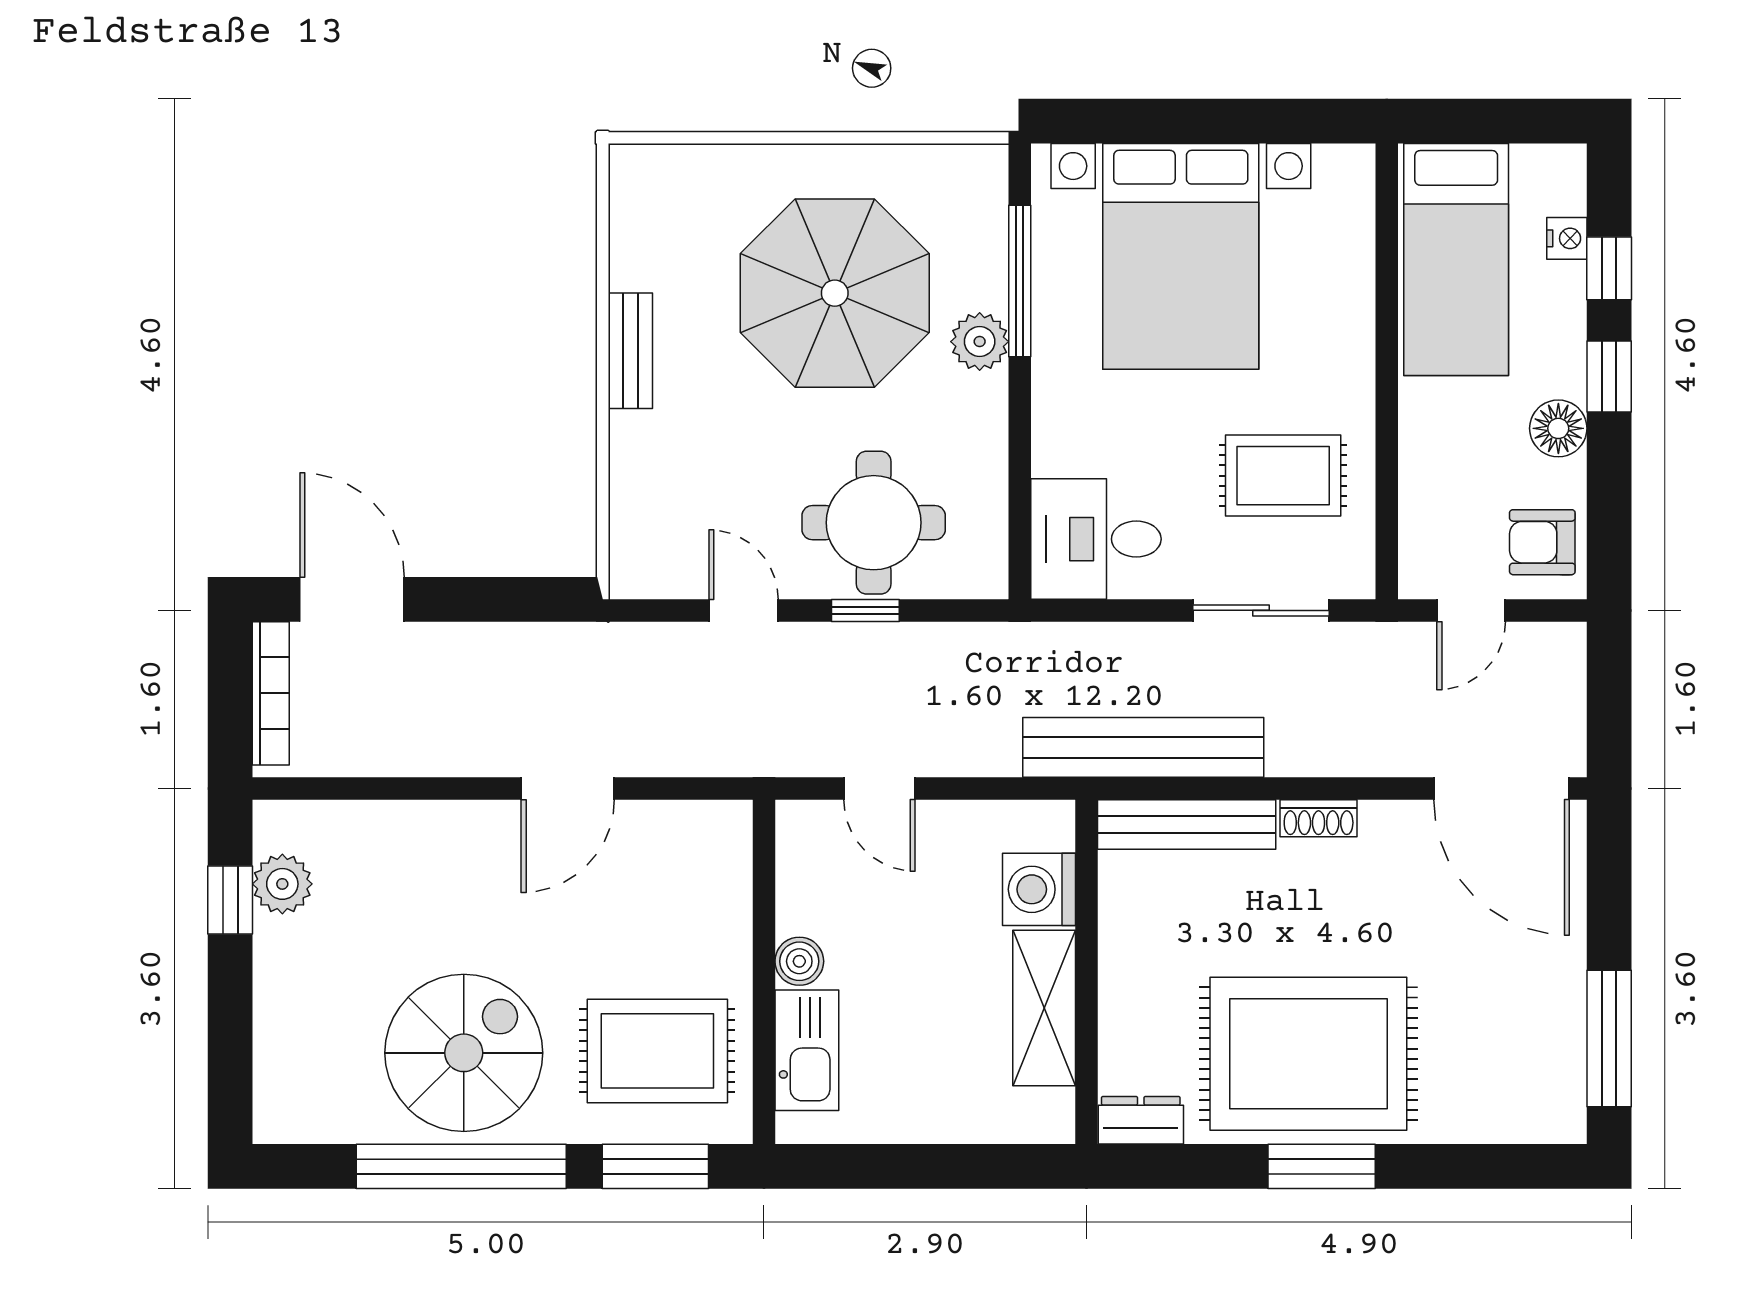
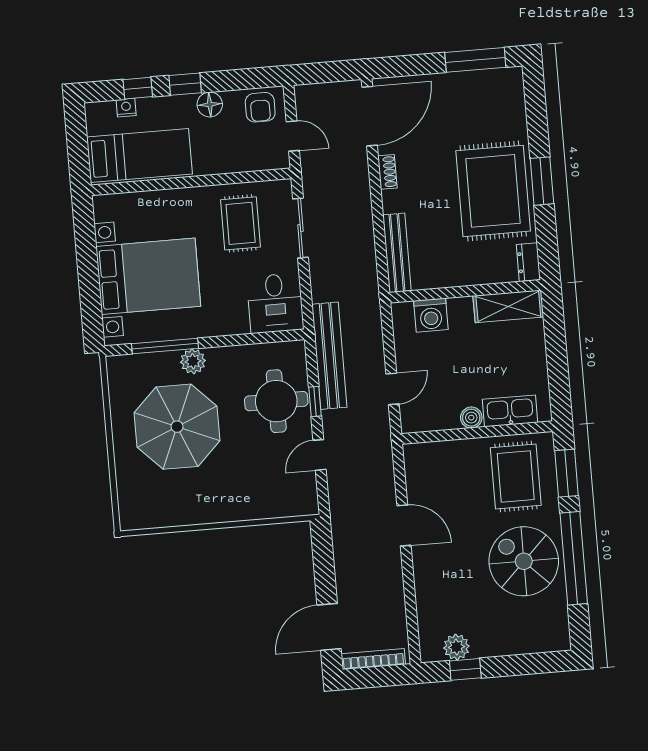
bench: (630, 351) -> (210, 514), removed
bench: (1143, 747) -> (329, 356), moved
shoe rack: (1319, 818) -> (387, 172), moved
shelving: (1044, 1008) -> (508, 306), moved

